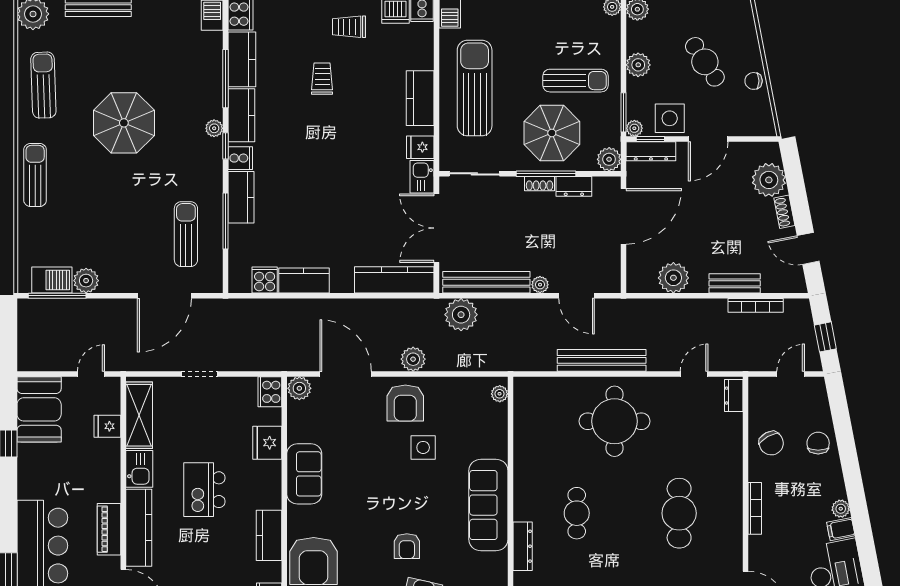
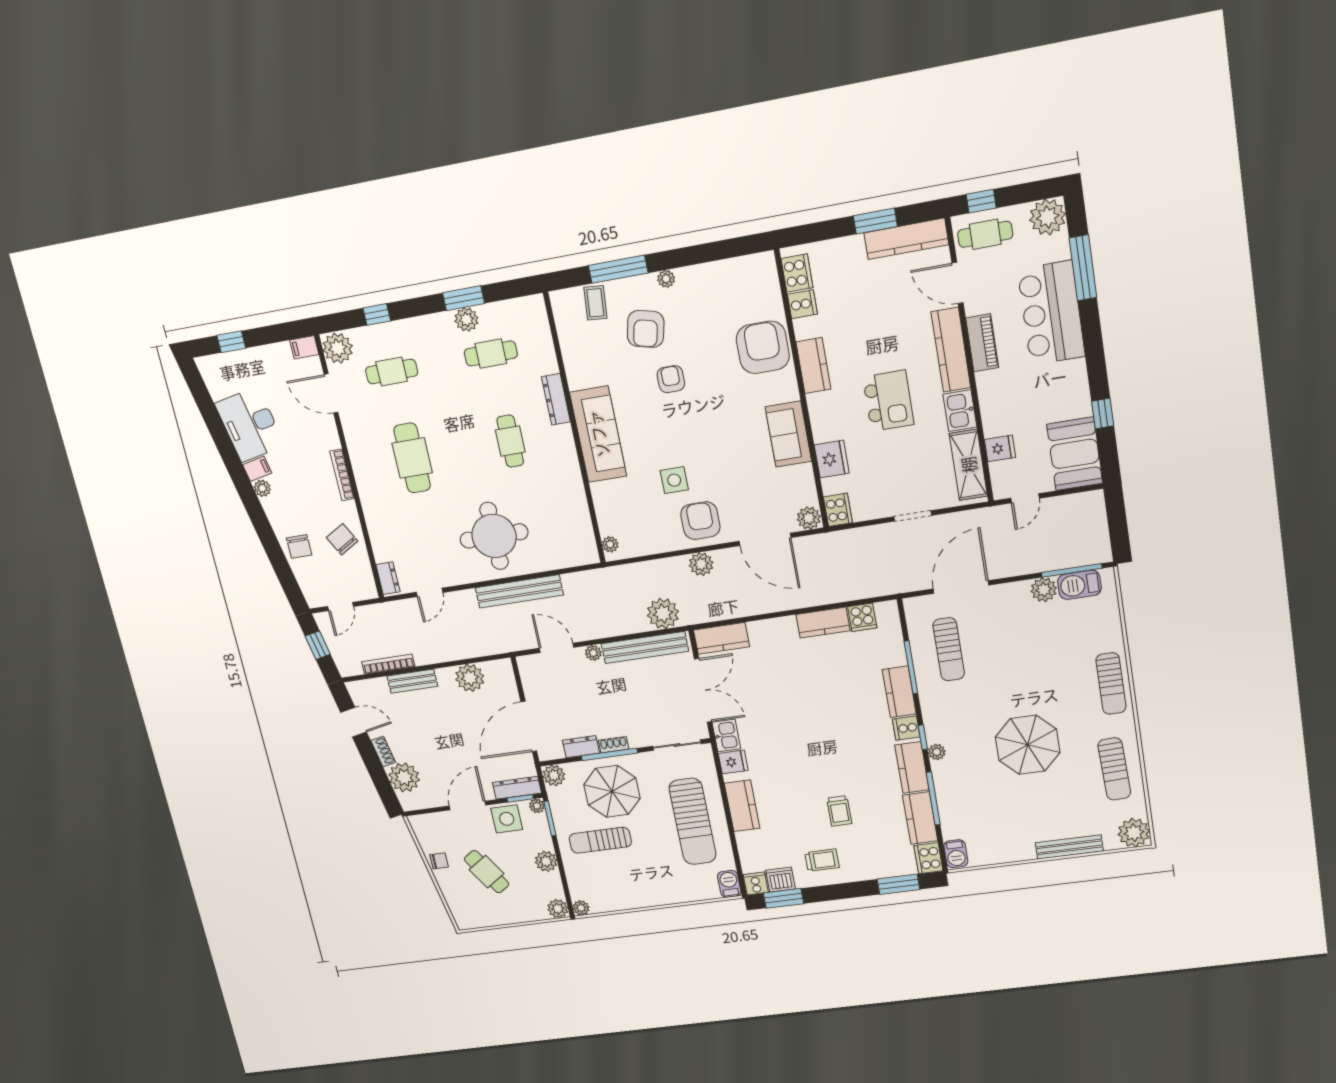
kitchen counter: (394, 280) -> (721, 638), width x0.67

